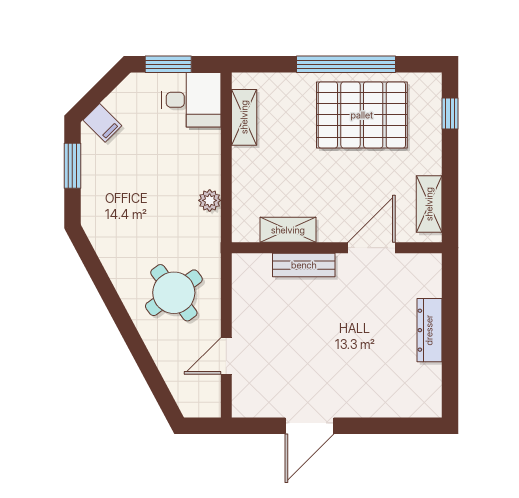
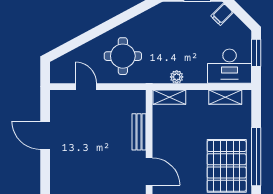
desk: (191, 100) -> (230, 66), width x1.37
shelving: (288, 230) -> (169, 97), moved, turned 90
round table: (174, 293) -> (123, 56), turned 36

